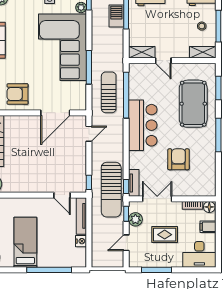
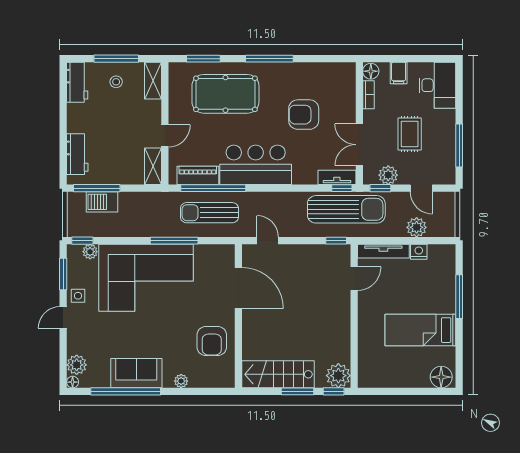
piano: (135, 84) -> (198, 175), added
plant: (98, 239) -> (417, 227), added
window: (49, 270) -> (459, 297), width x0.68

